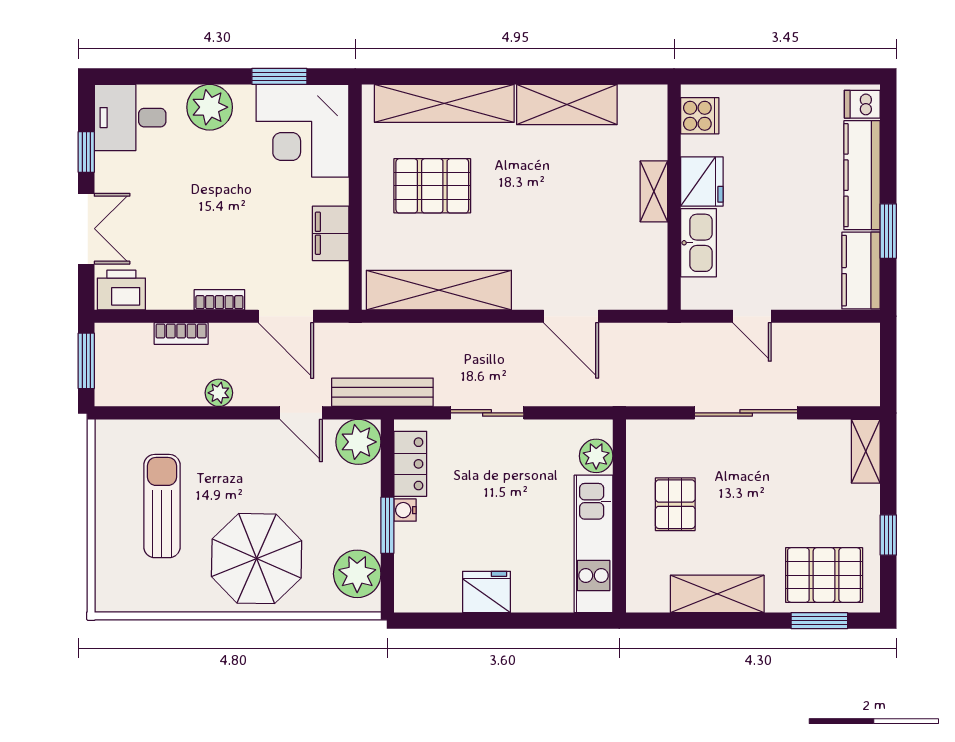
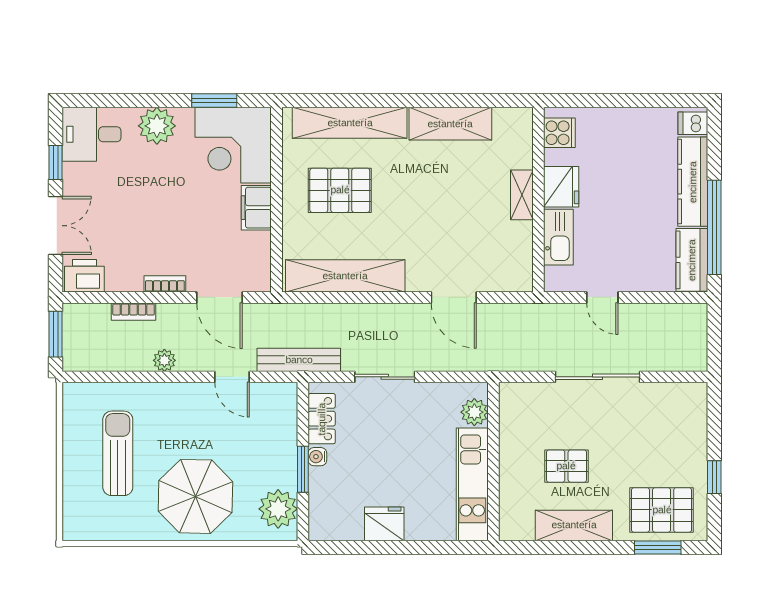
window: (888, 231) -> (714, 227), width x2.11
filing cabinet: (331, 233) -> (256, 208), moved
plant: (358, 442) -> (279, 401), removed
shelving: (866, 451) -> (696, 408), removed
pallet: (675, 504) -> (566, 466), moved, turned 90

